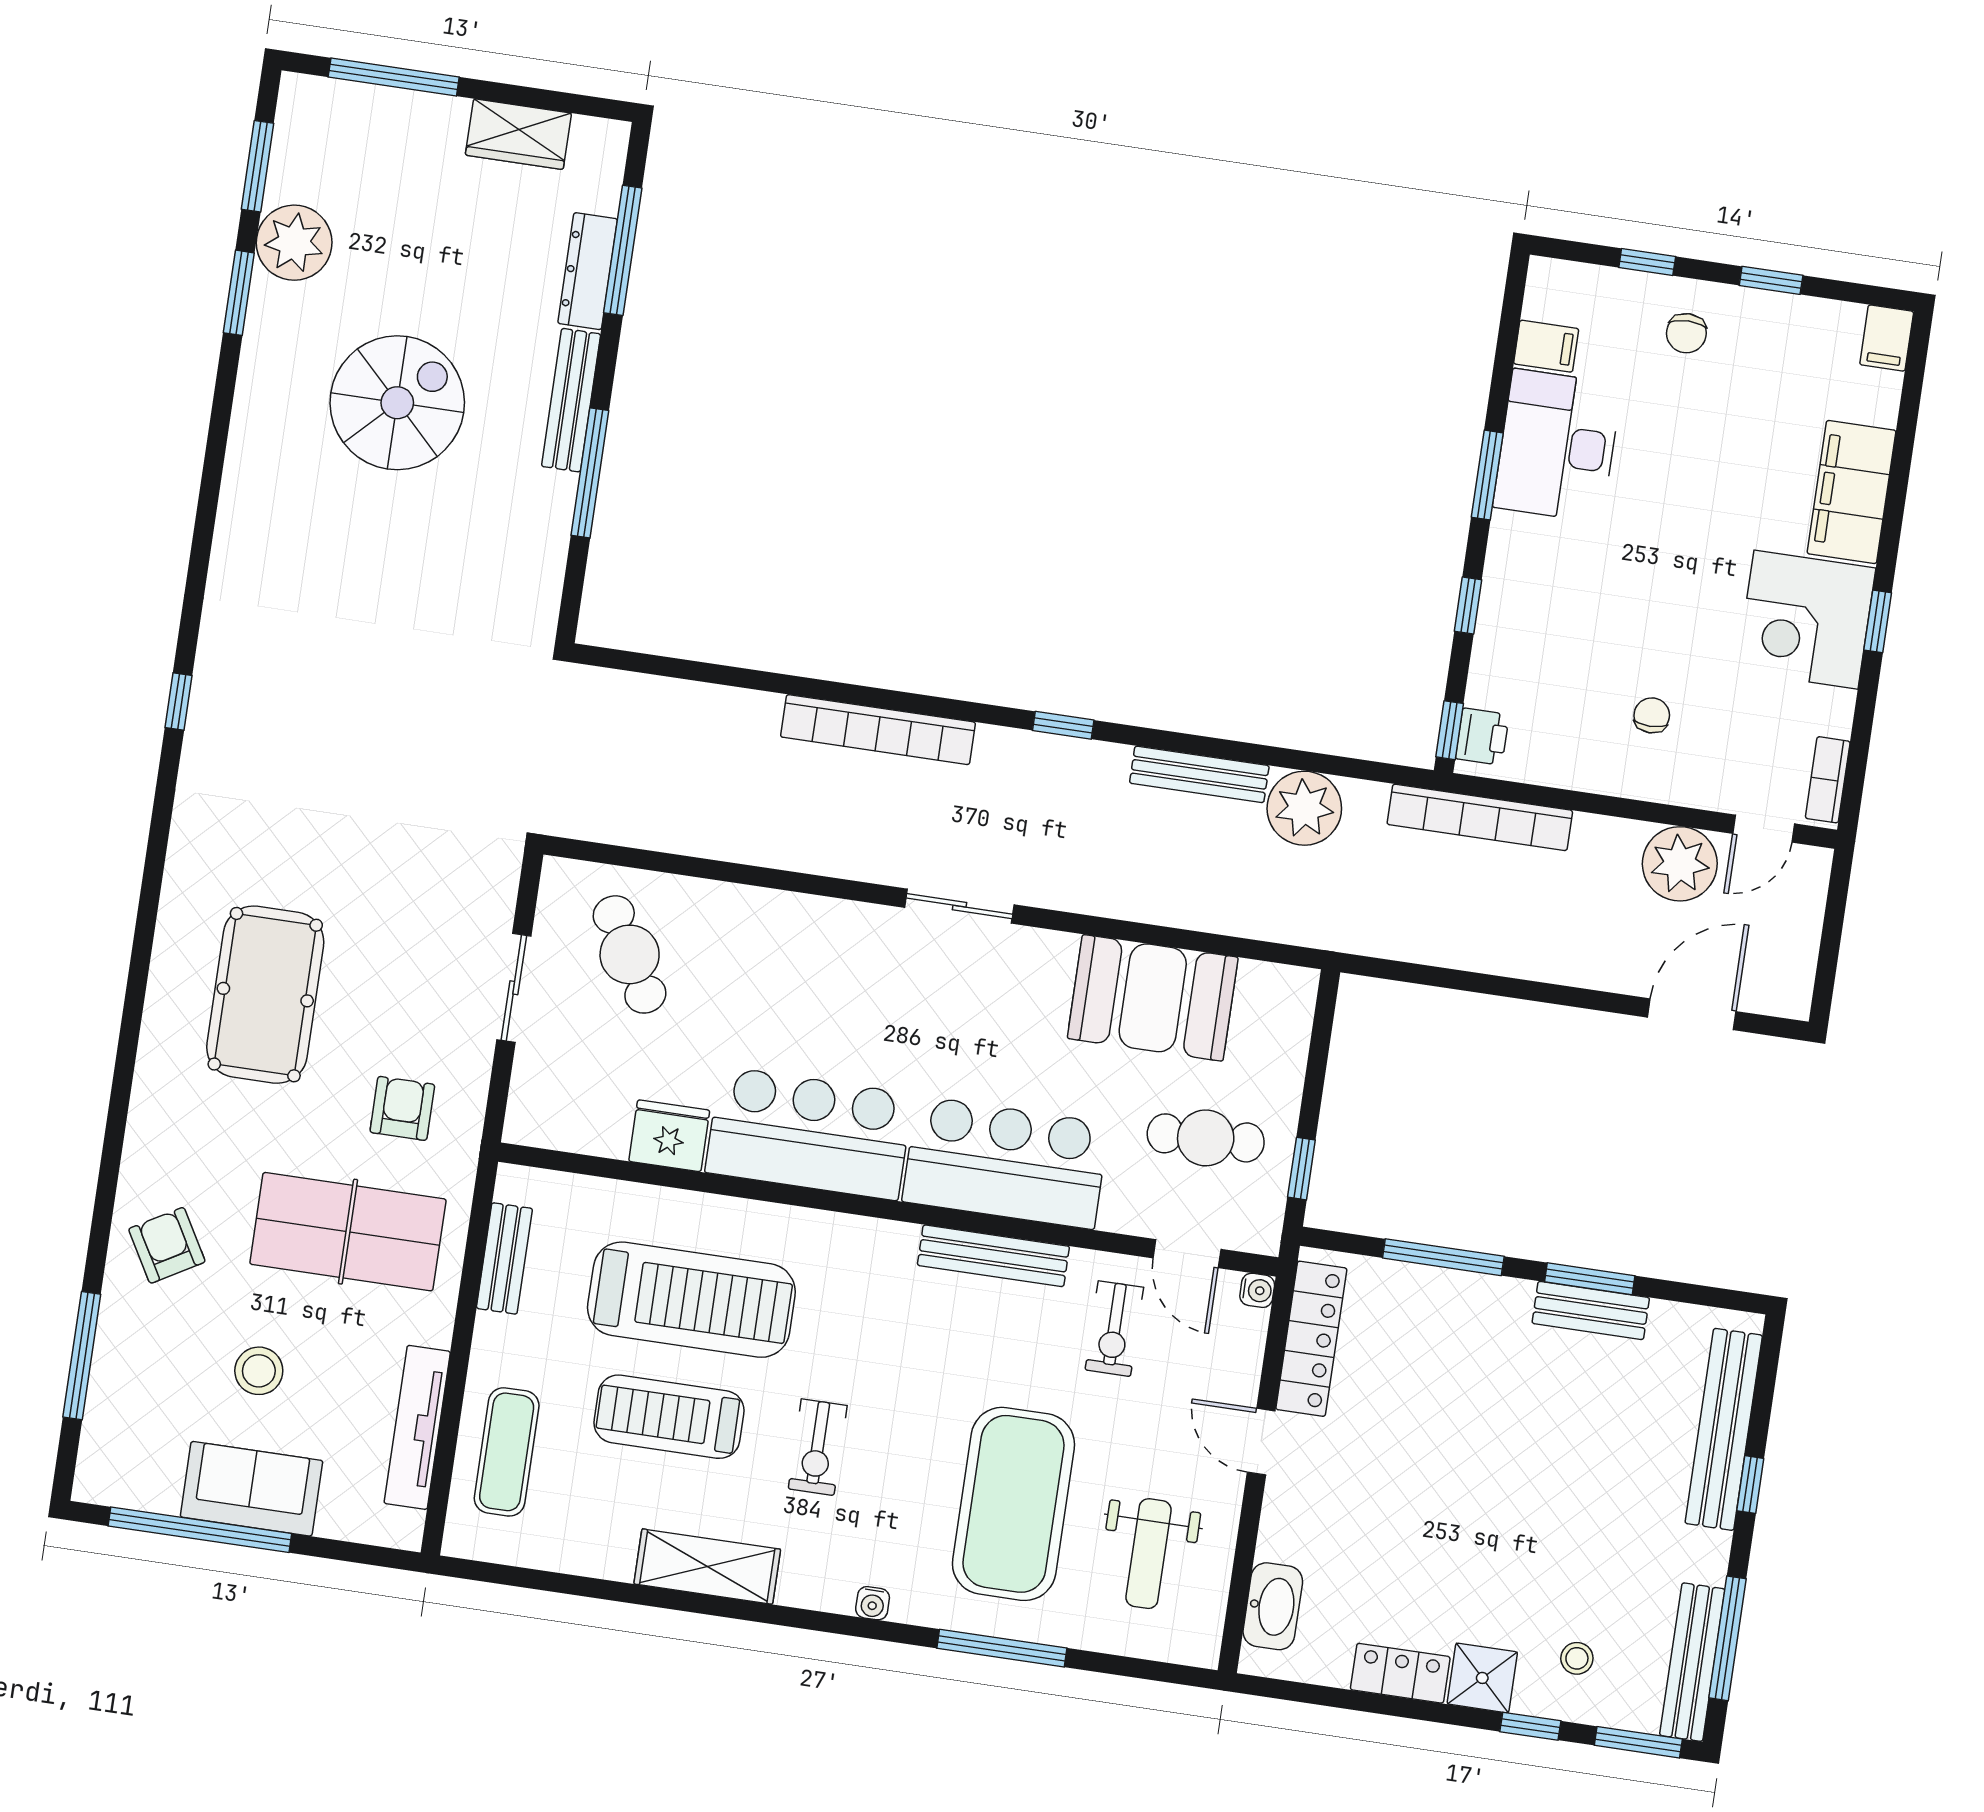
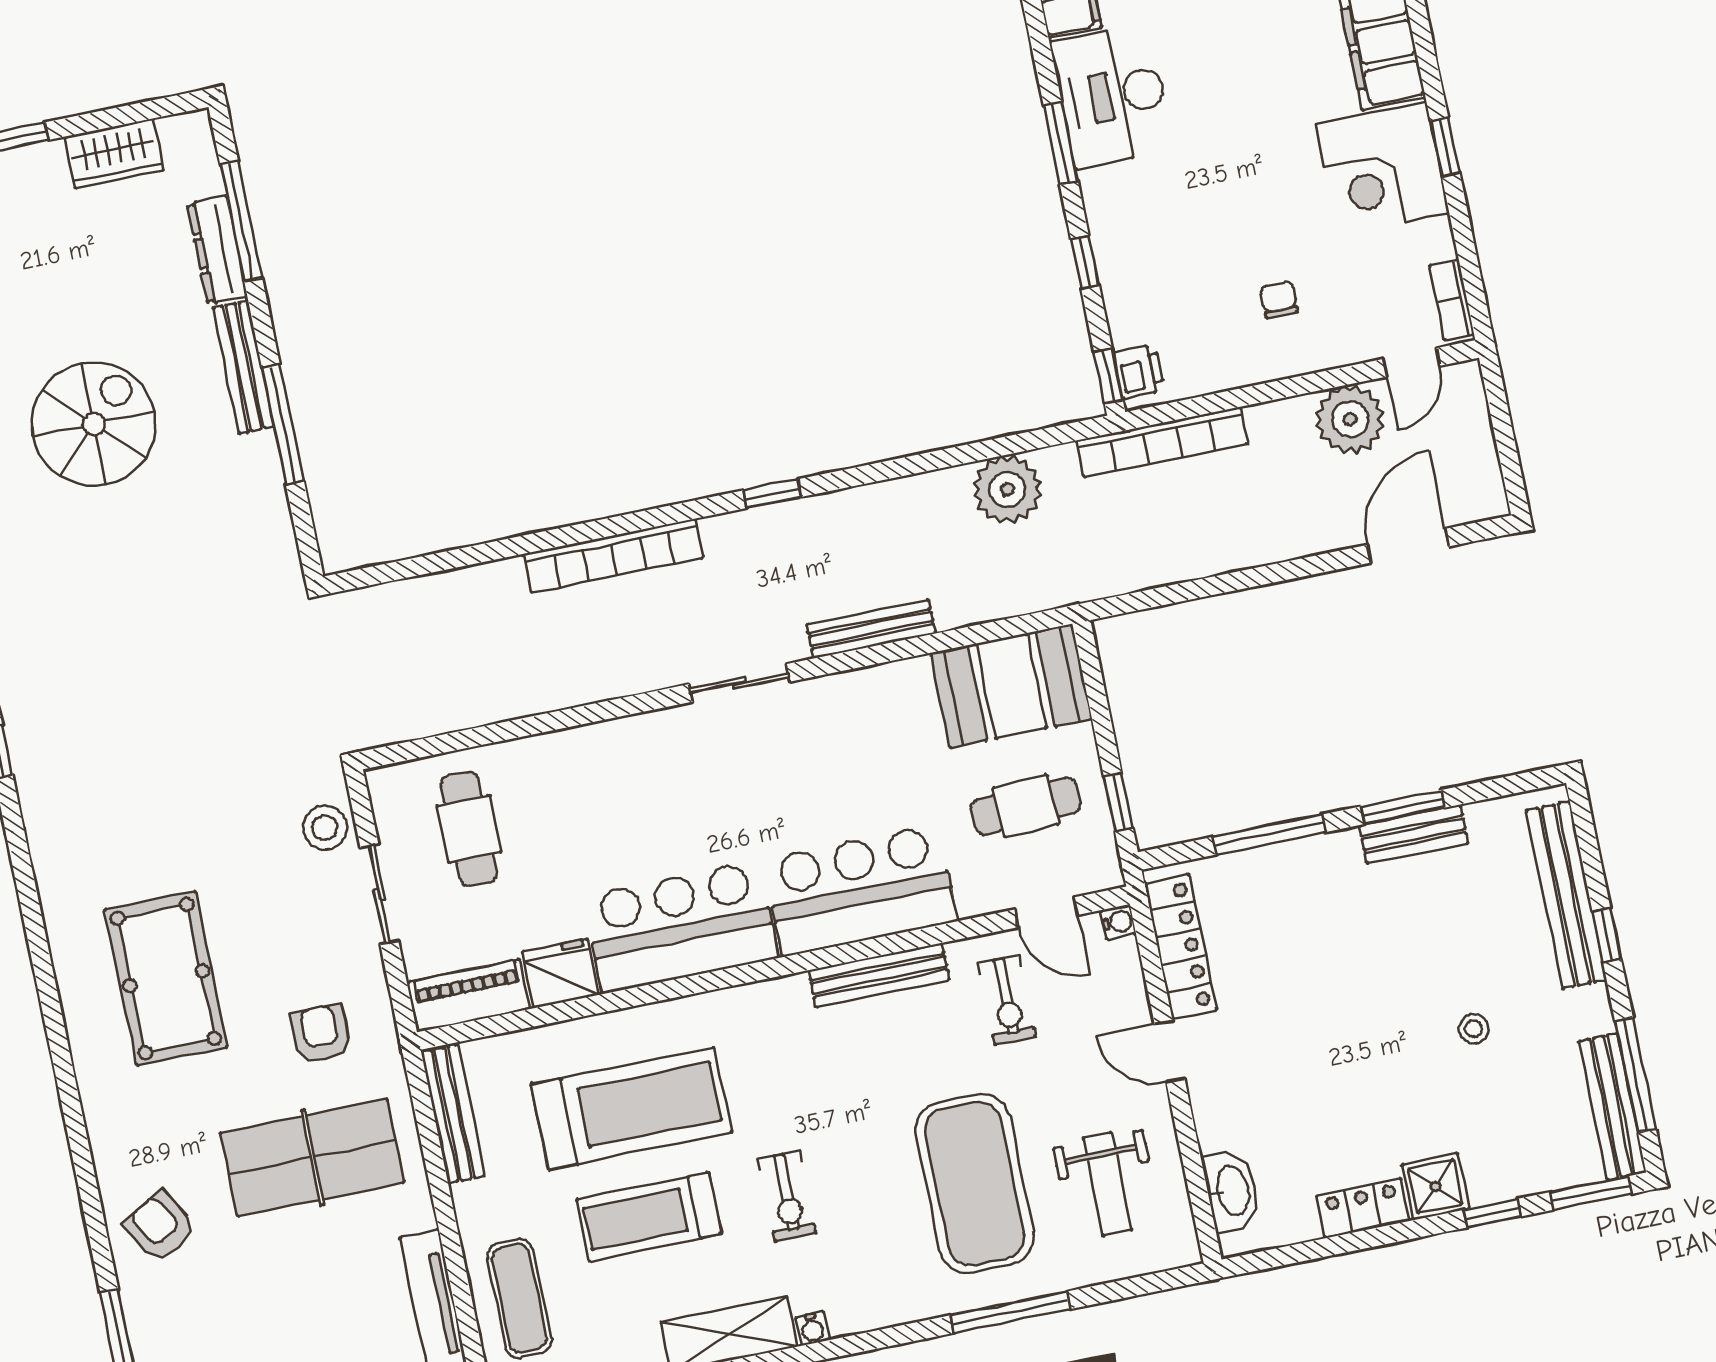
bench: (1199, 774) -> (871, 629), moved
cafe table: (630, 954) -> (469, 829), turned 30
booth: (1153, 998) -> (1011, 686), moved
piano: (568, 1124) -> (469, 996), added
bench: (504, 1258) -> (453, 1114), width x1.36
stool: (259, 1371) -> (325, 828), moved
water cooler: (873, 1603) -> (812, 1329), moved
stool: (1577, 1658) -> (1474, 1029), moved

